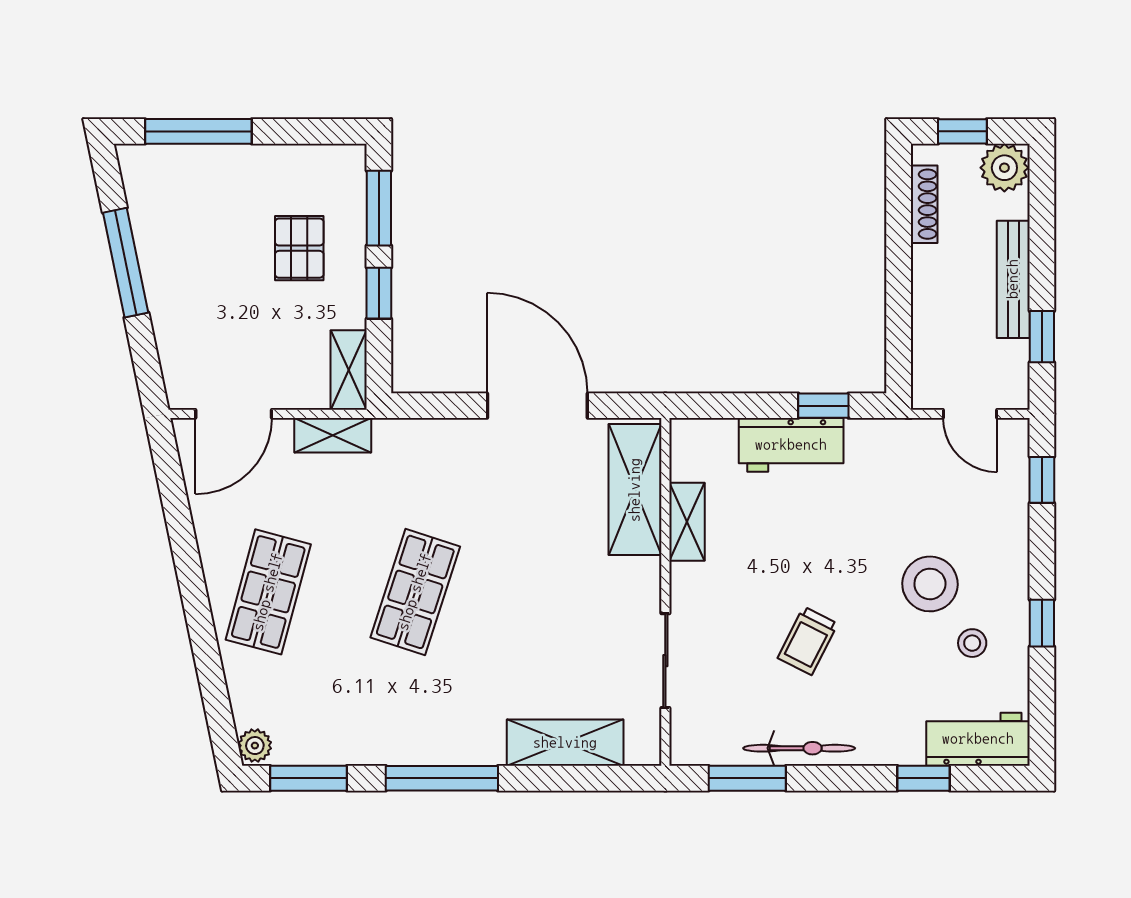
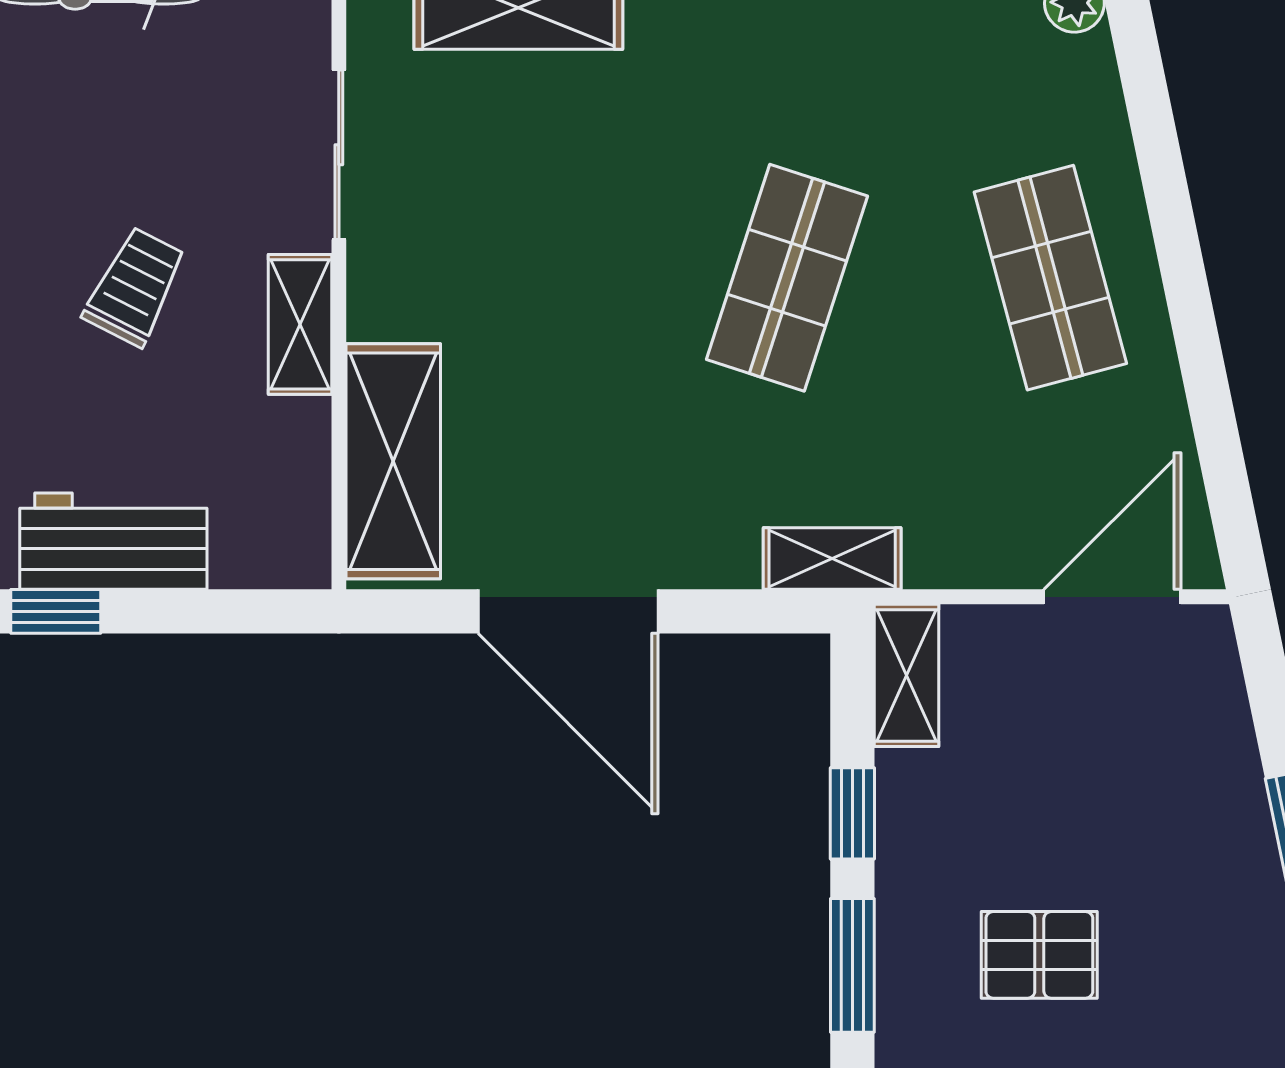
pallet: (299, 248) -> (1039, 955), moved, turned 90
shelving: (333, 435) -> (832, 559), moved
shelving: (687, 522) -> (300, 324), moved
shop shelf: (268, 592) -> (1050, 278), turned -30
trolley: (808, 641) -> (135, 287), moved

